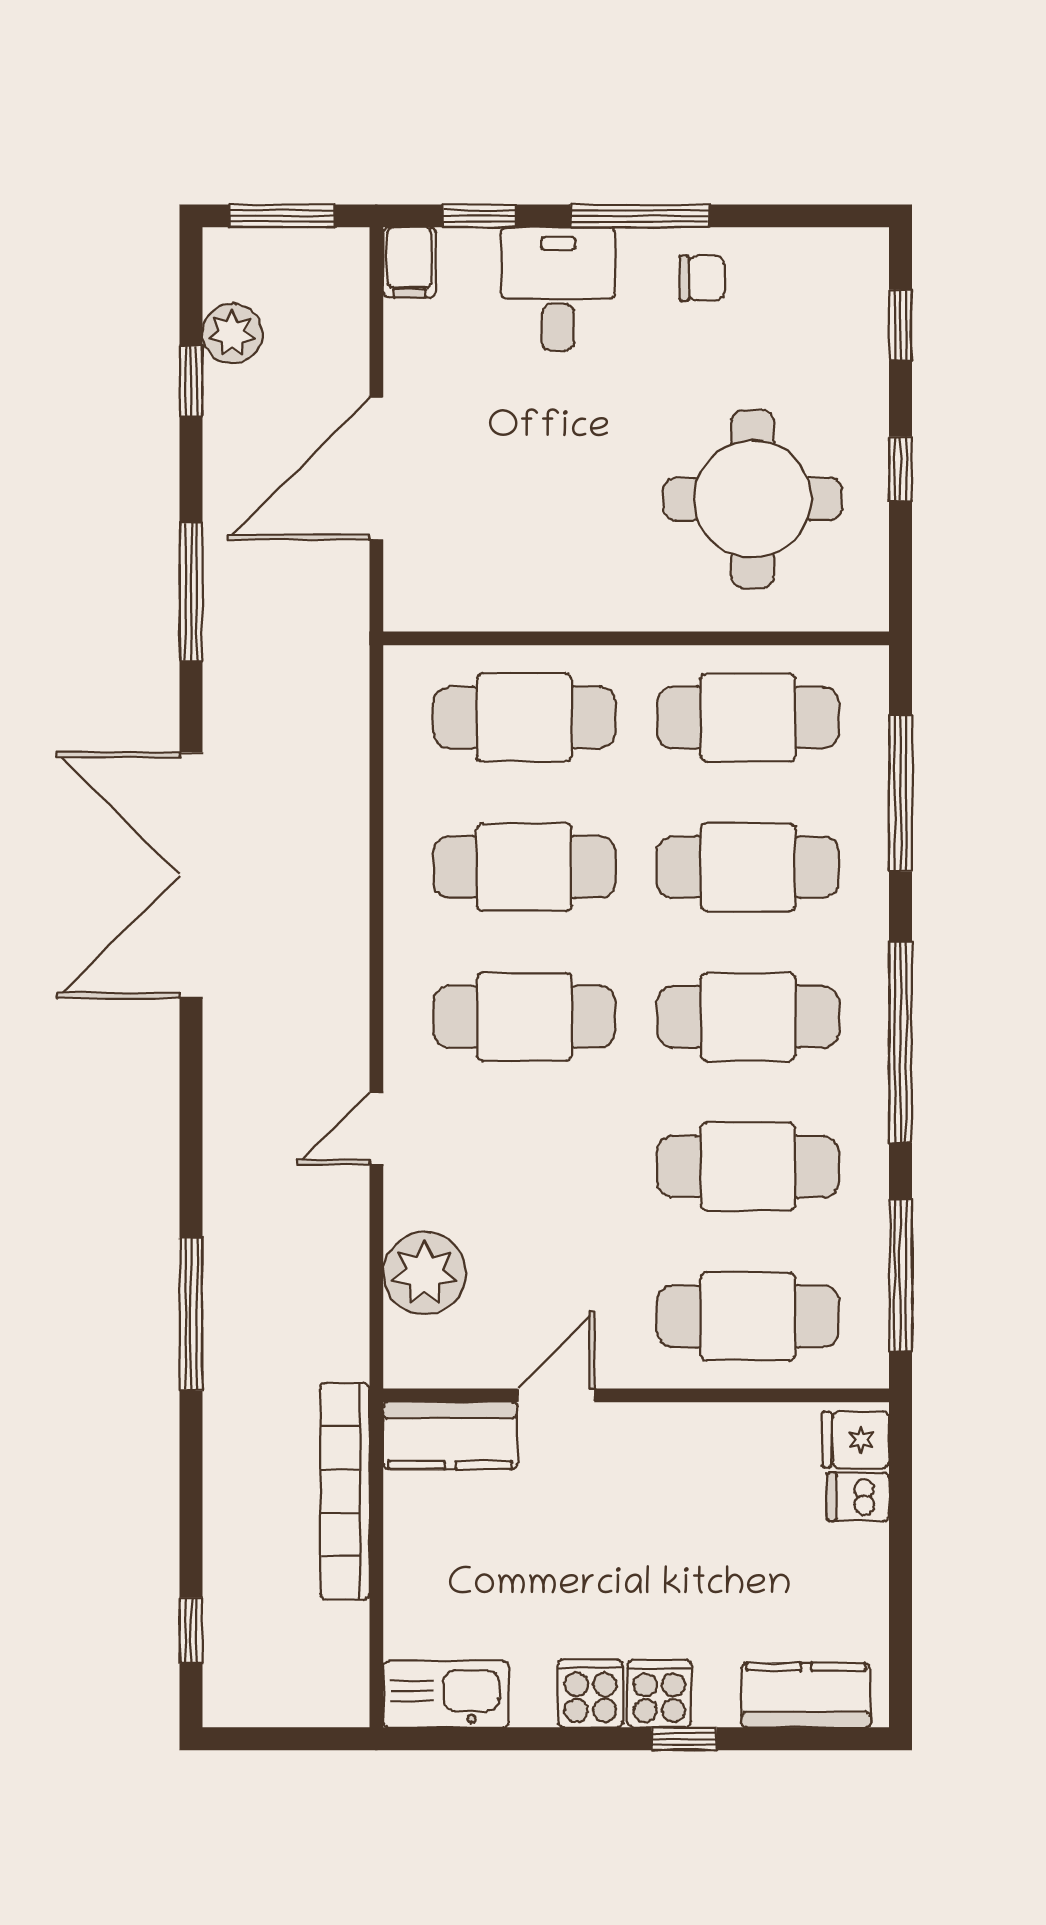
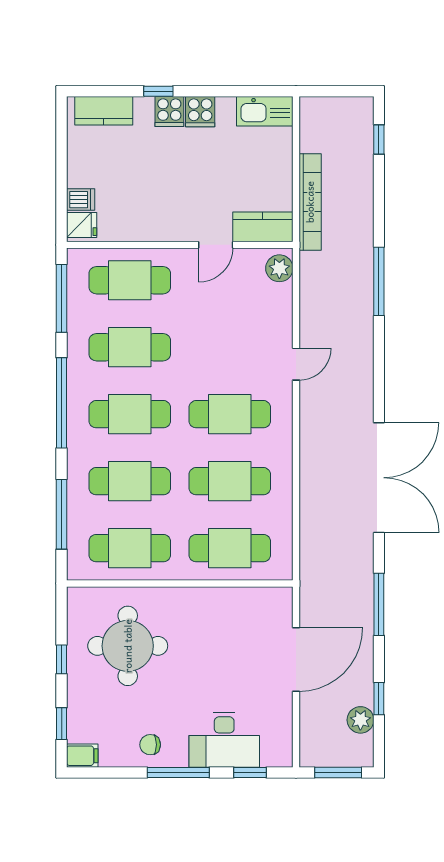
filing cabinet: (409, 262) -> (82, 756), moved, turned 90
desk: (558, 289) -> (224, 740), width x1.37
plant: (425, 1273) -> (279, 268), moved, width x0.73, depth x0.73

